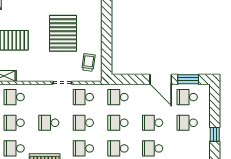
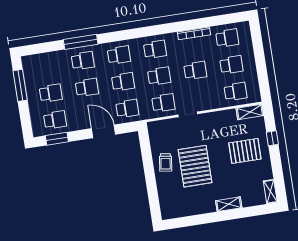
trolley: (89, 62) -> (166, 162), moved
door: (161, 79) -> (104, 131), moved
window: (215, 134) -> (20, 85), width x2.17

